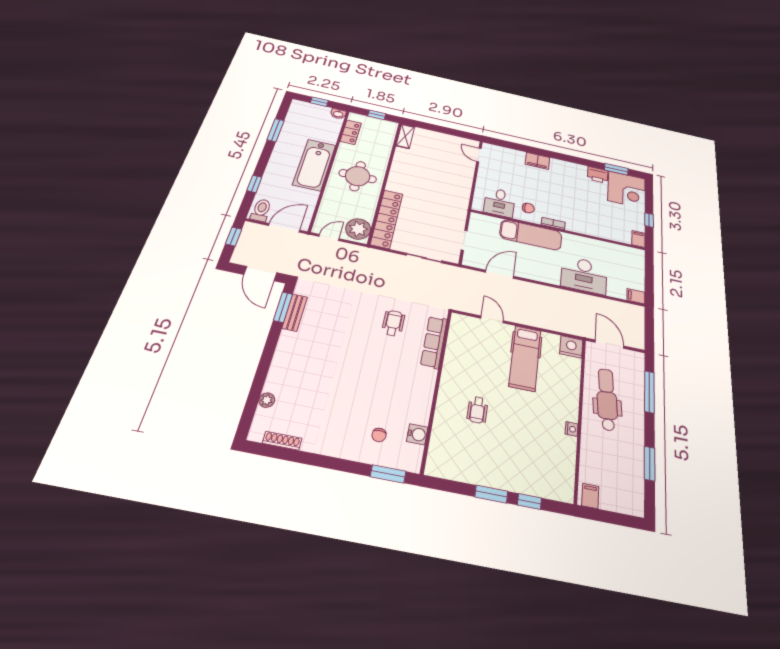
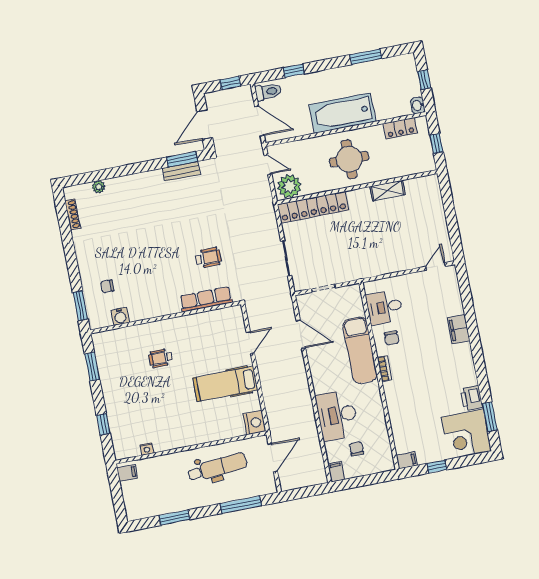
shelving: (405, 136) -> (388, 190), moved
chair: (619, 272) -> (356, 449), added
nightstand: (572, 429) -> (147, 449), moved
window: (491, 494) -> (92, 367), moved

